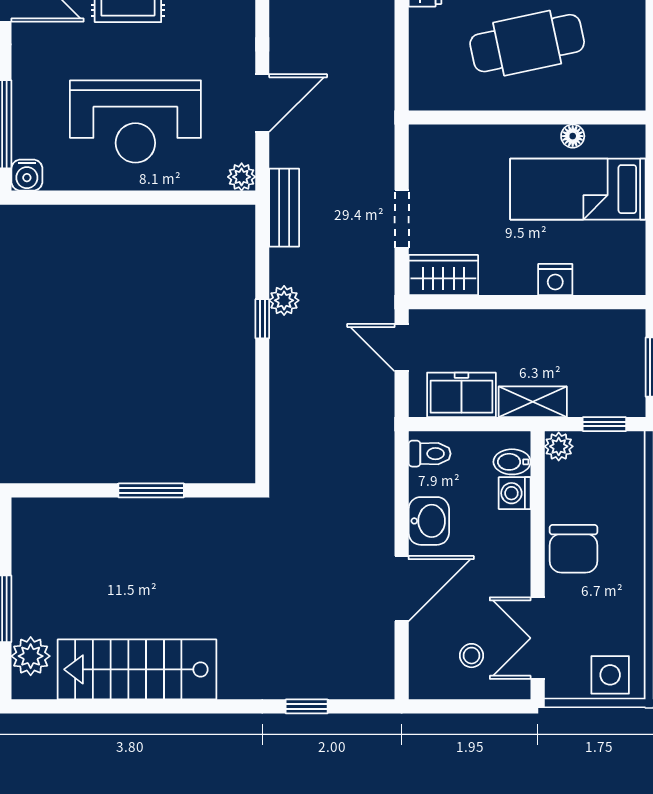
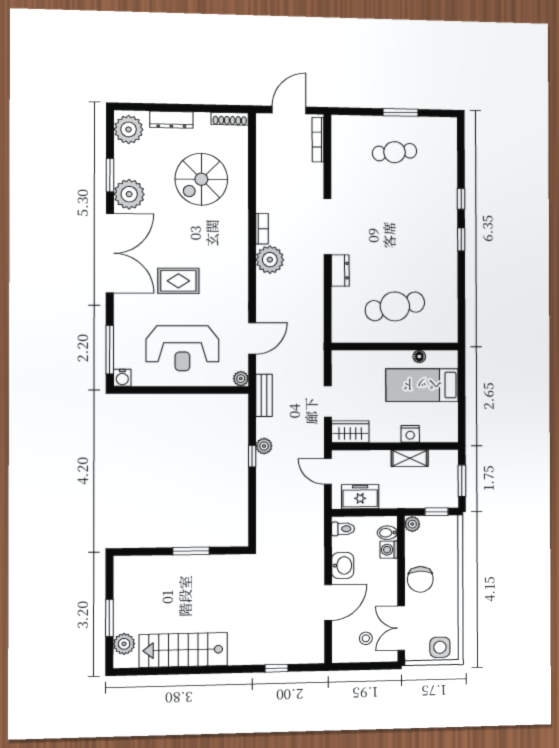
shelving: (533, 402) -> (410, 458), moved

